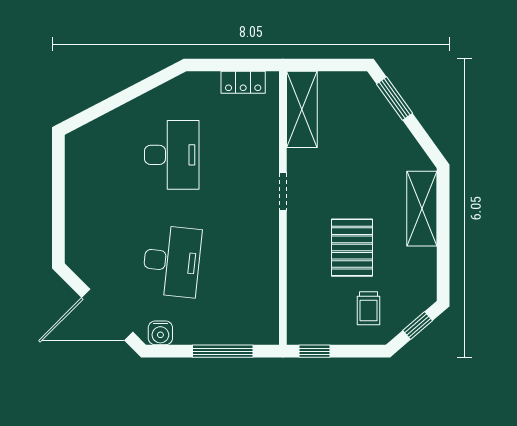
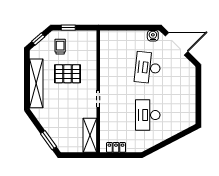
shelving: (422, 209) -> (36, 83), width x1.47
pallet: (352, 248) -> (68, 74), turned 90
window: (223, 351) -> (125, 28), removed
window: (315, 351) -> (68, 28), moved

